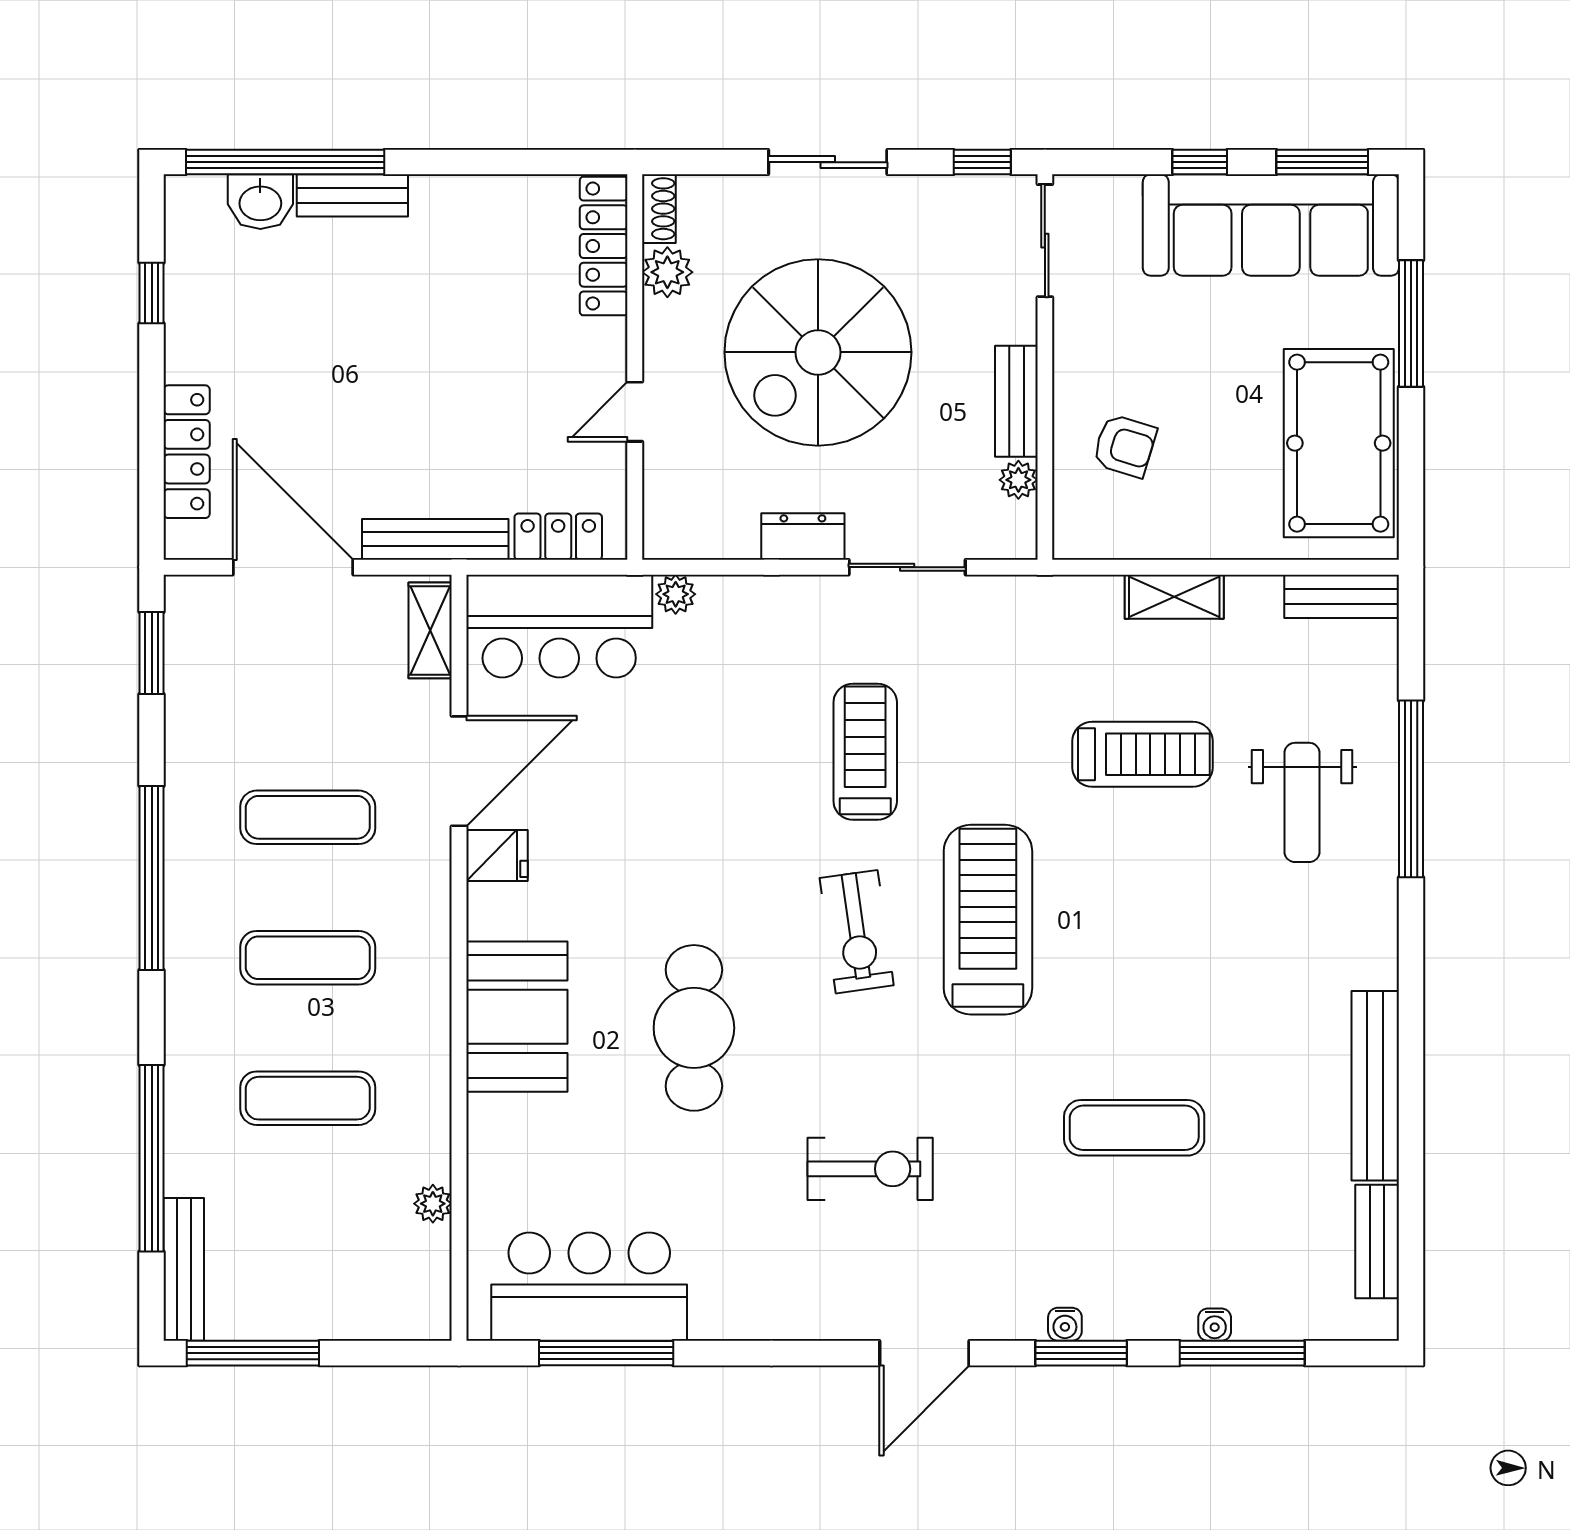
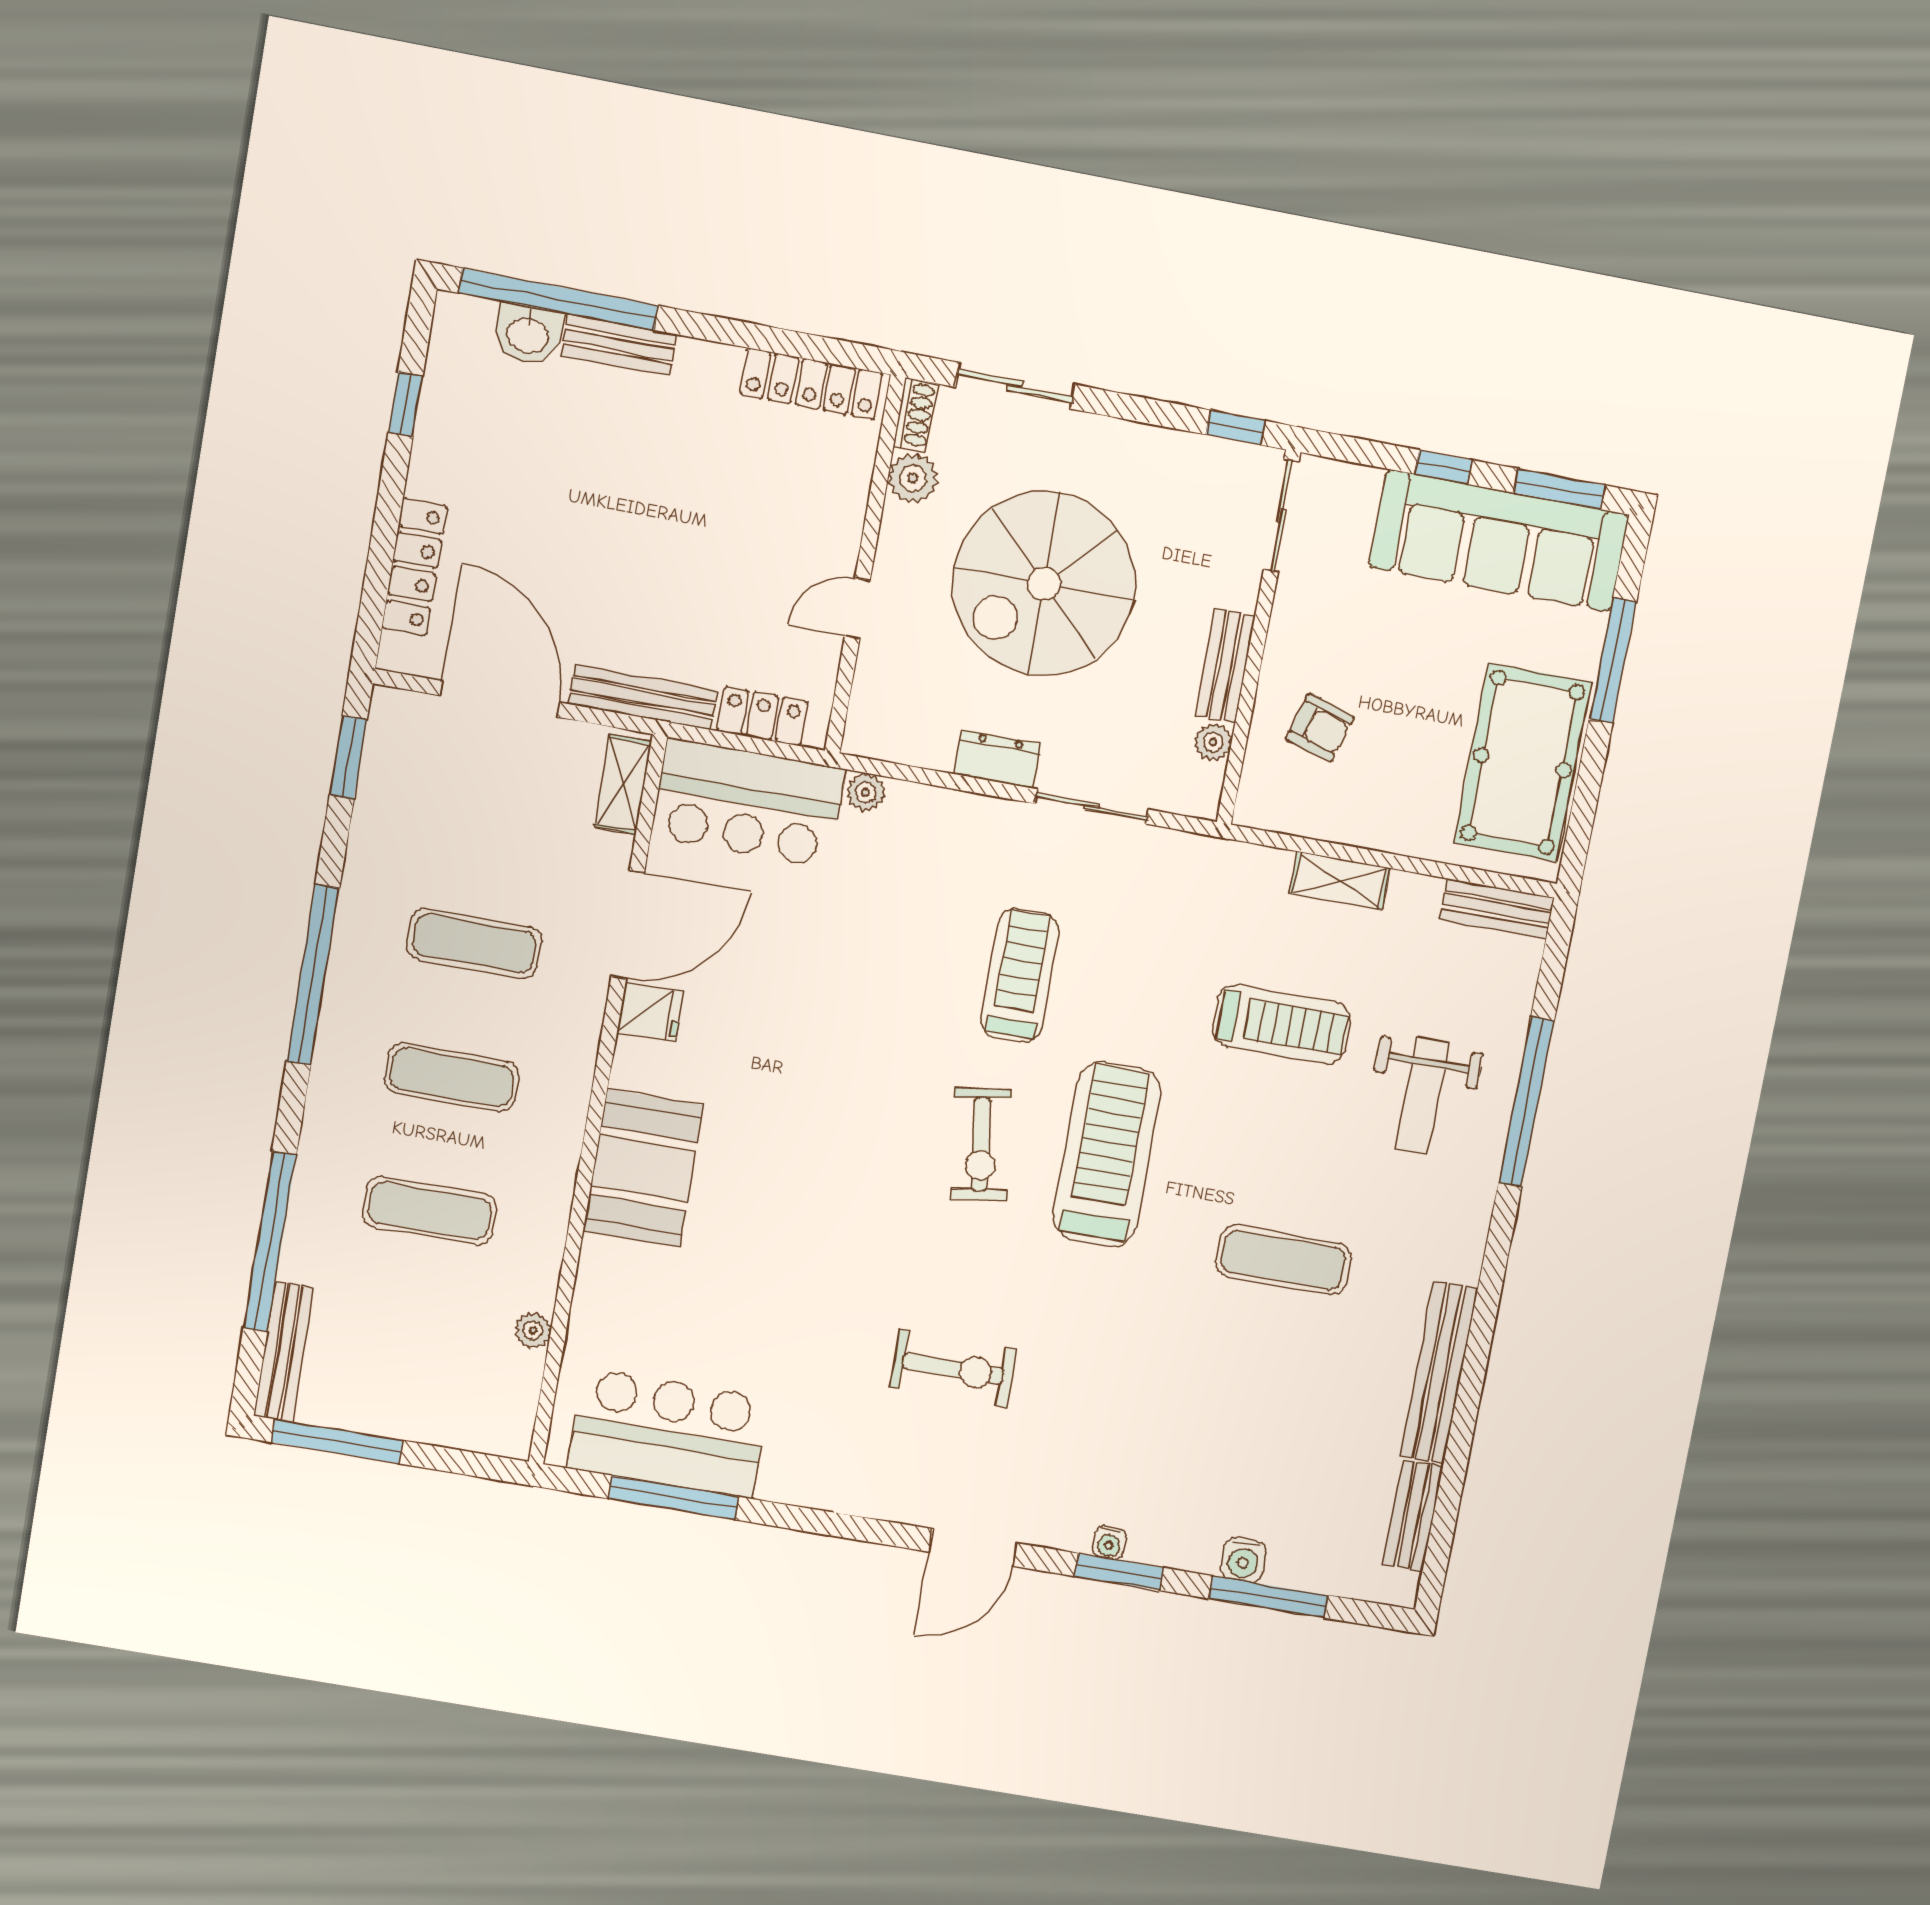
sliding door: (828, 162) -> (1015, 386), moved
locker: (604, 246) -> (811, 384), moved, turned -90
cafe table: (694, 1028) -> (810, 1208), removed
exercise mat: (1134, 1128) -> (1283, 1260), moved
water cooler: (1215, 1325) -> (1243, 1560), width x1.38, depth x1.38

